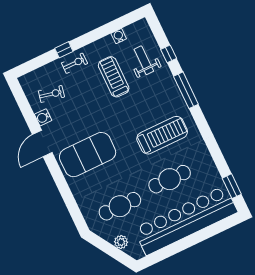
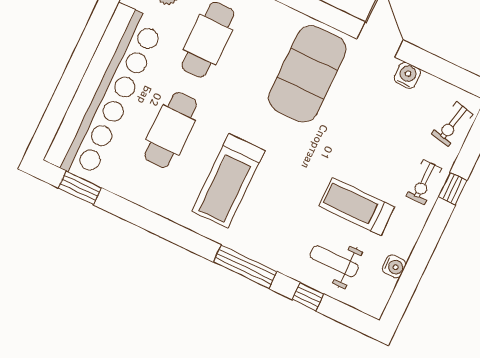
weight bench: (144, 60) -> (334, 261), turned 180
treadmill: (114, 77) -> (357, 206), turned 180
exercise bike: (51, 94) -> (452, 124), moved

